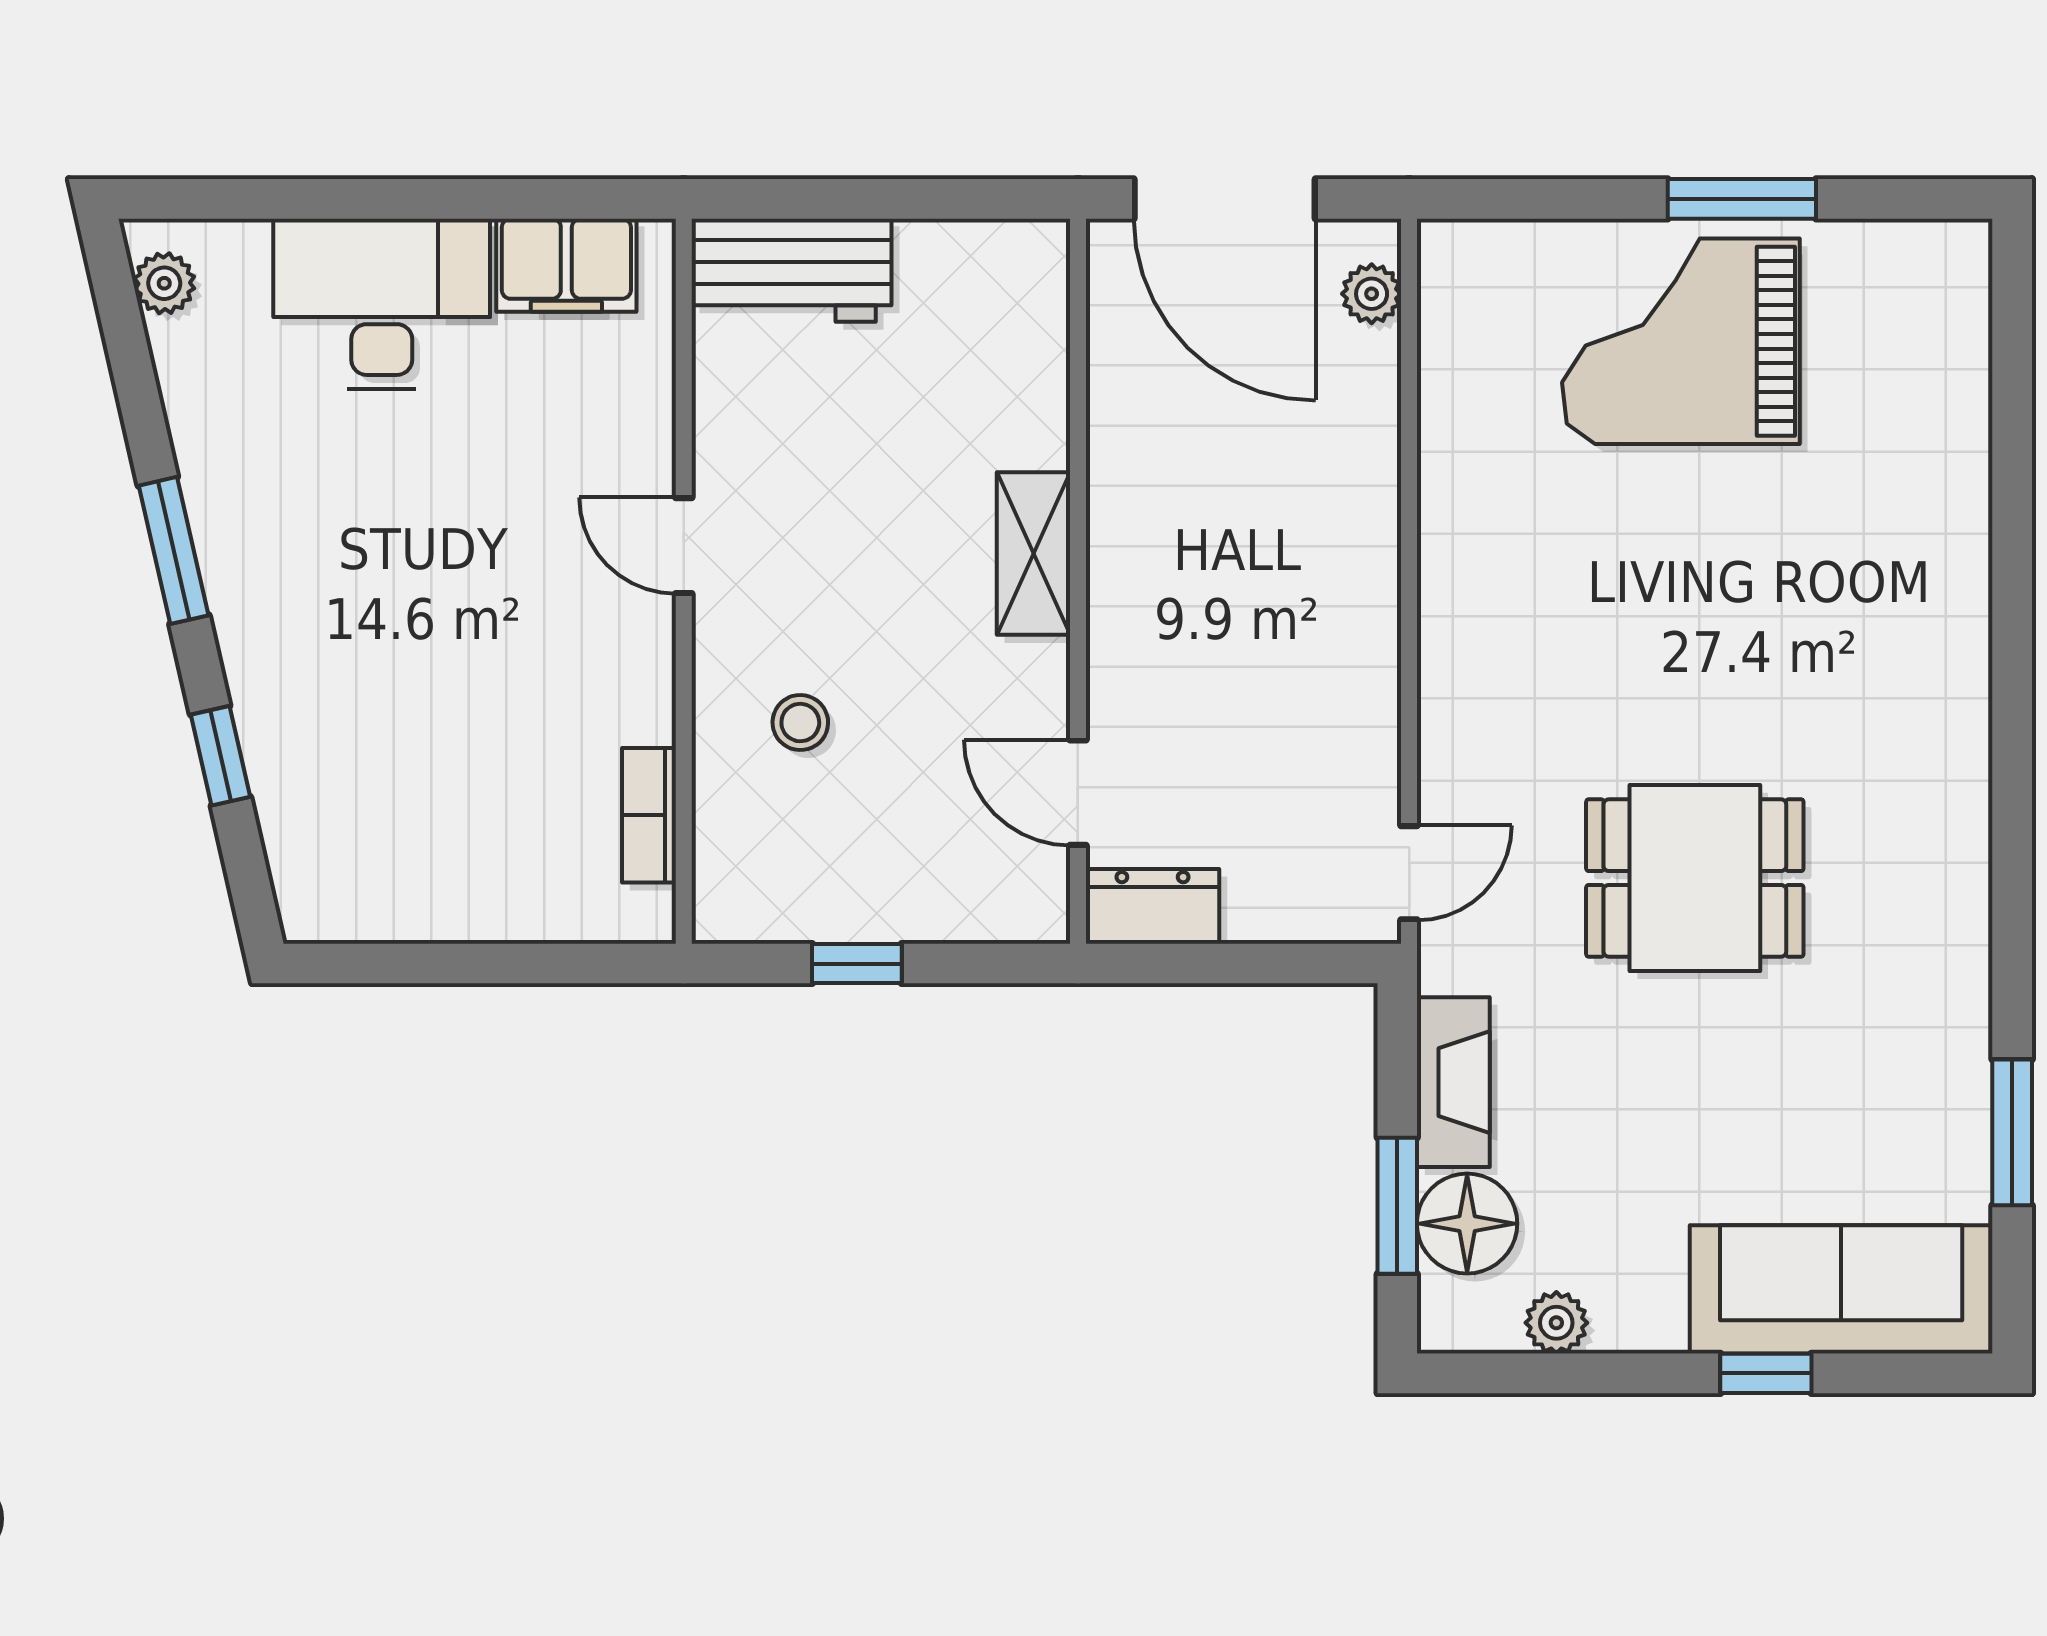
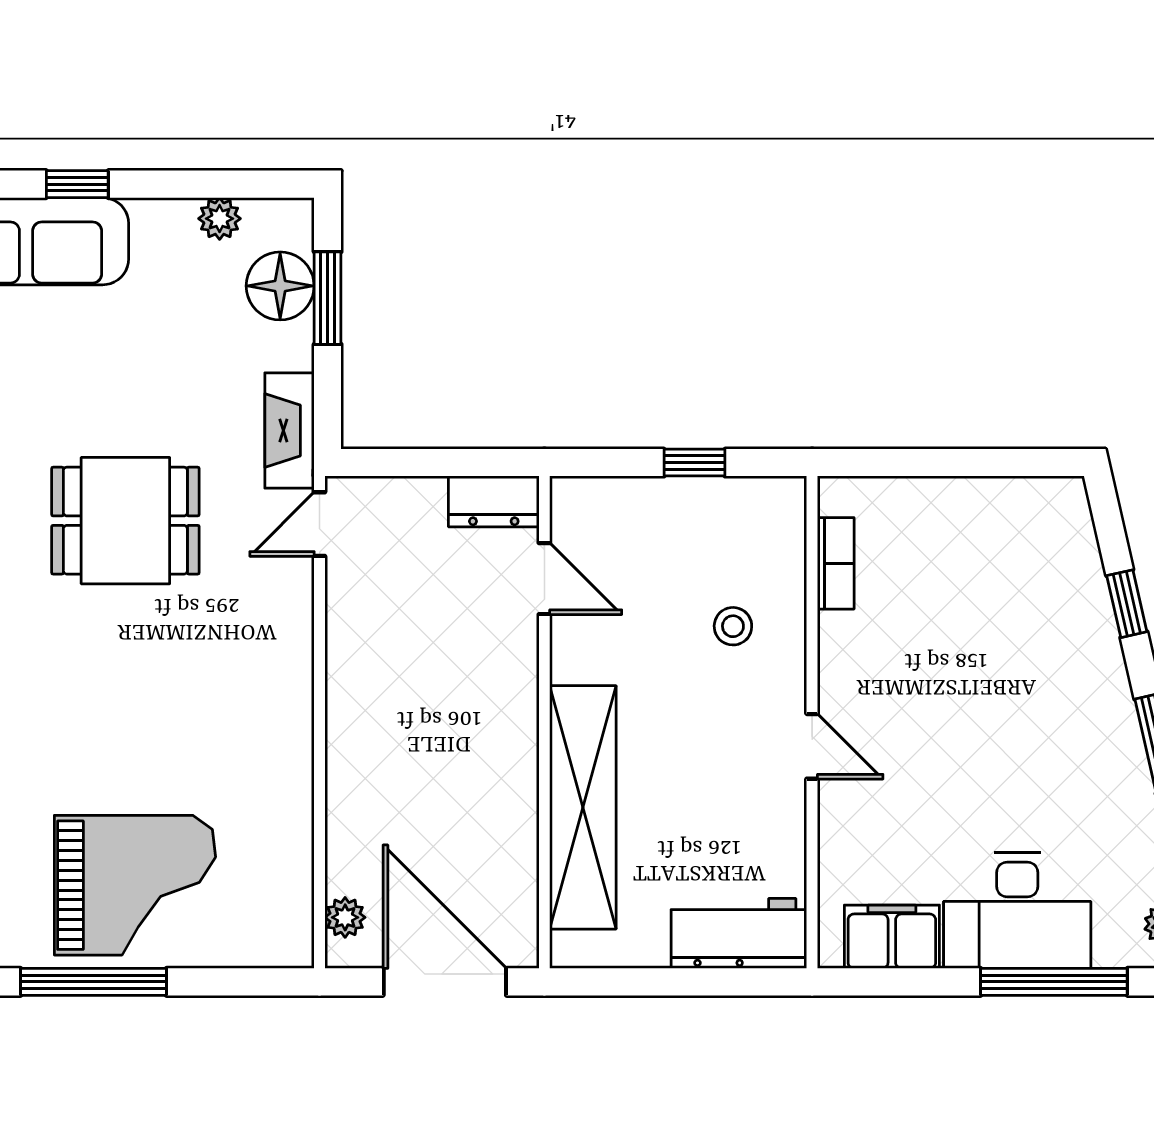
window: (328, 199) -> (1054, 982), added
window: (1742, 199) -> (94, 982), width x1.44
shelving: (1033, 553) -> (583, 807), width x2.20, depth x1.33
fireplace: (1453, 1082) -> (290, 430), moved

